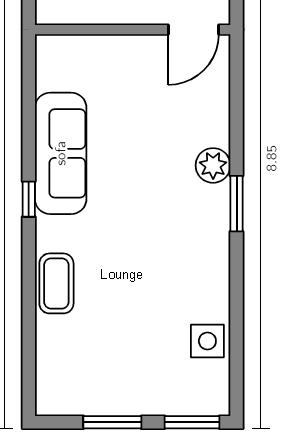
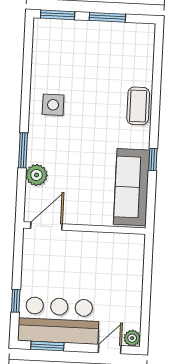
wall: (133, 30) -> (84, 228), moved
door: (193, 30) -> (46, 226), moved
side table: (207, 341) -> (53, 105), moved

